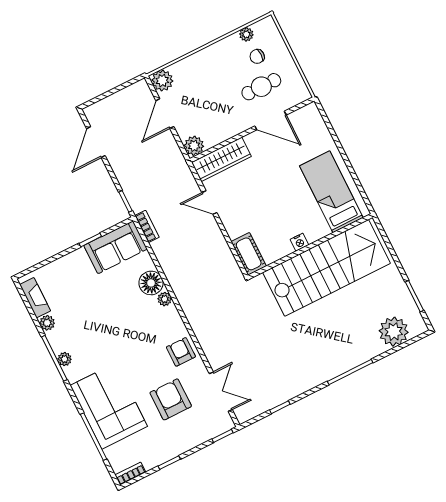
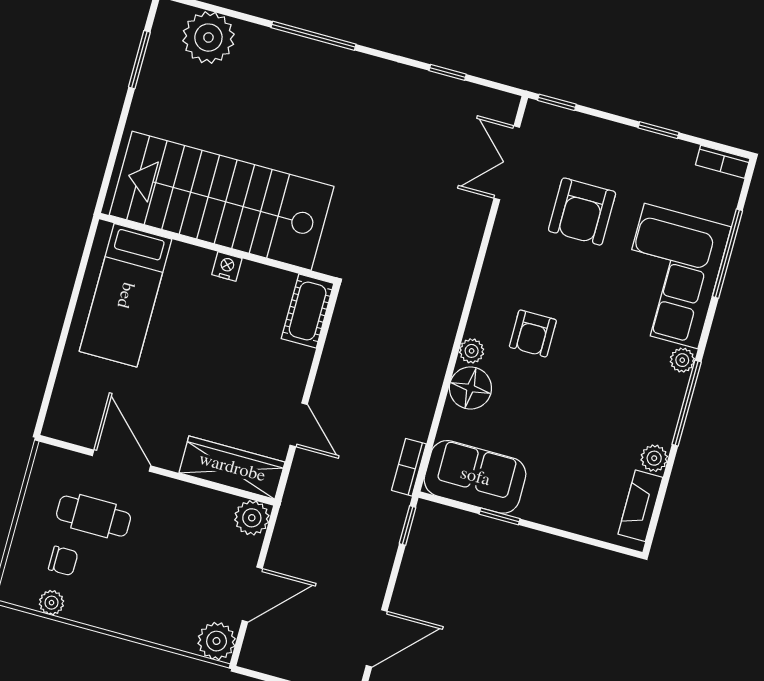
armchair: (181, 352) -> (533, 333), moved
plant: (65, 359) -> (682, 360), moved

